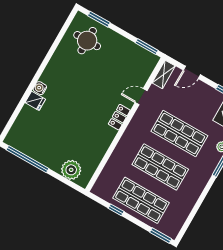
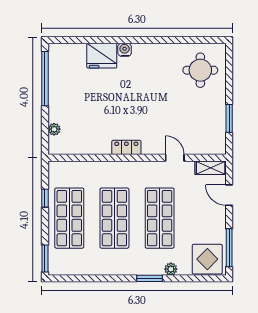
window: (99, 19) -> (229, 70), removed
window: (147, 47) -> (229, 118), moved
fridge: (35, 101) -> (102, 56), width x1.88, depth x1.34
locker: (119, 117) -> (126, 147), moved
plant: (71, 170) -> (54, 129), width x0.53, depth x0.53

